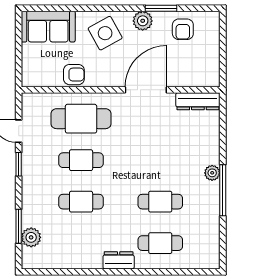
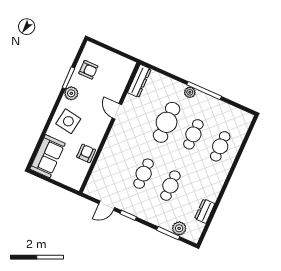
side table: (105, 33) -> (68, 121), turned 38
door: (146, 90) -> (117, 111), width x0.53
cafe table: (81, 119) -> (167, 122), moved
dresser: (119, 260) -> (205, 211), moved

